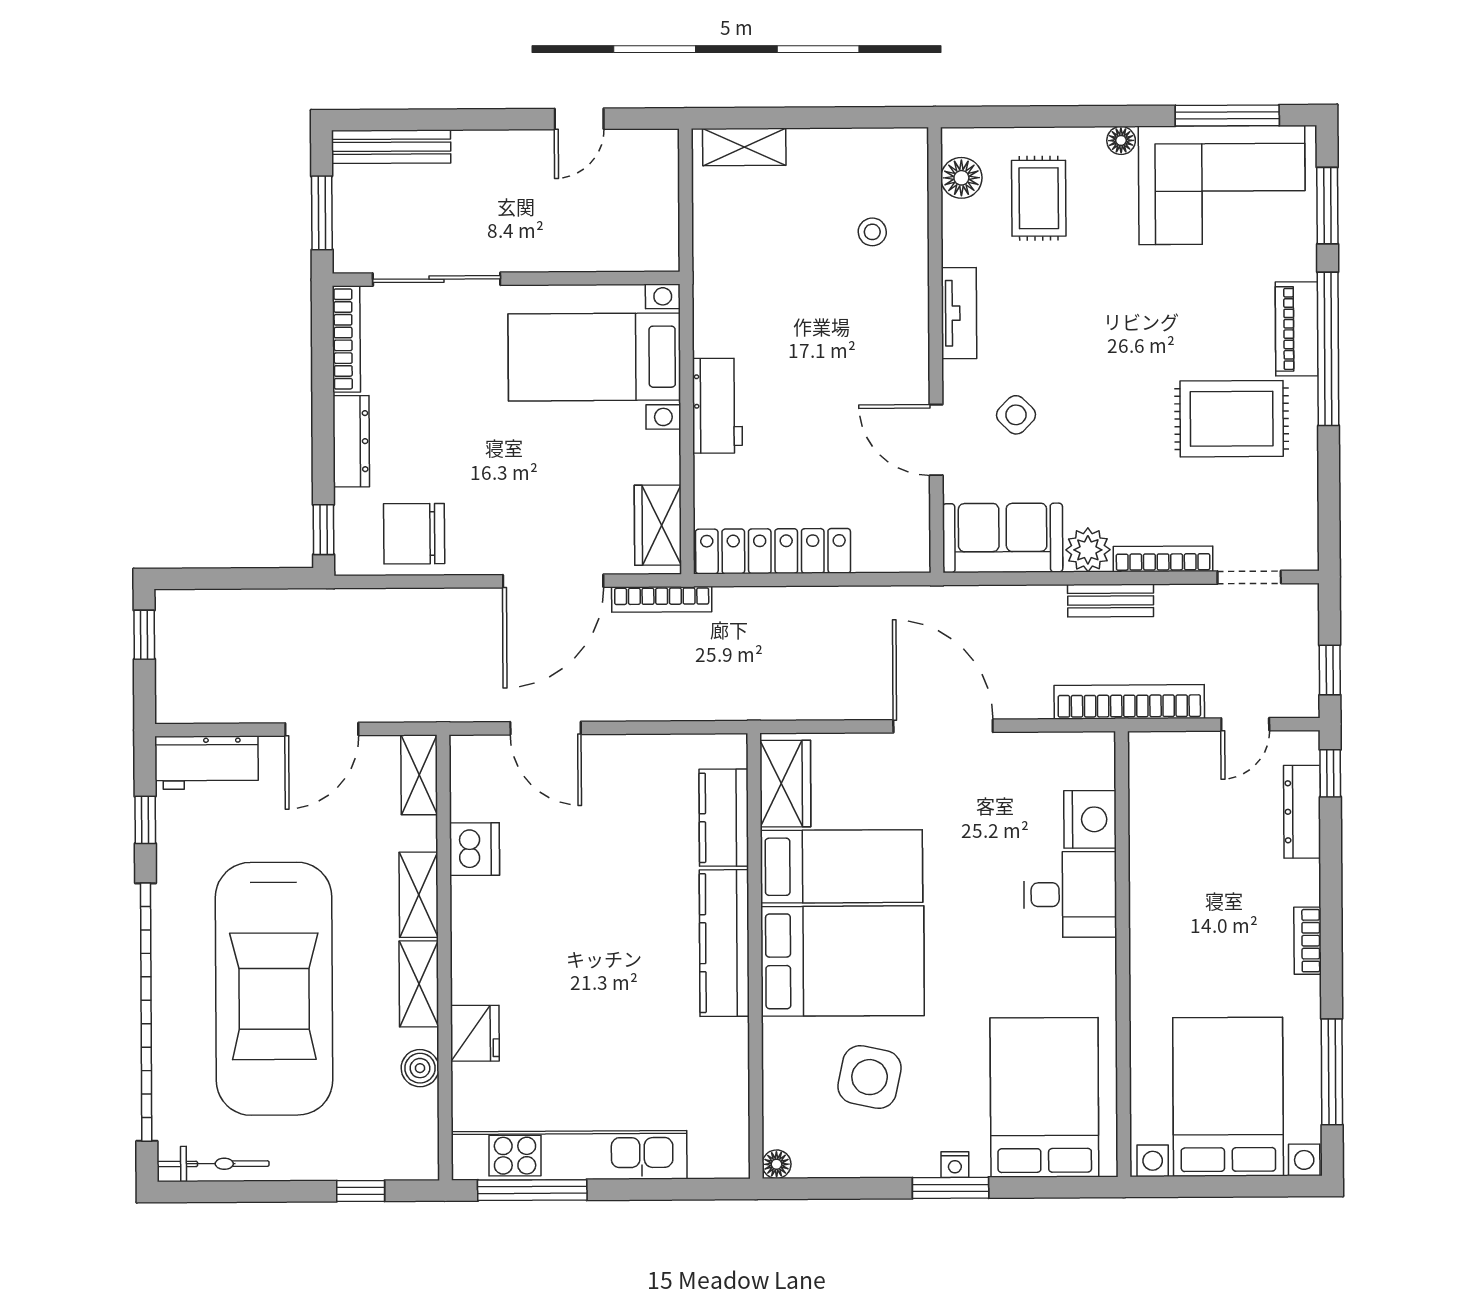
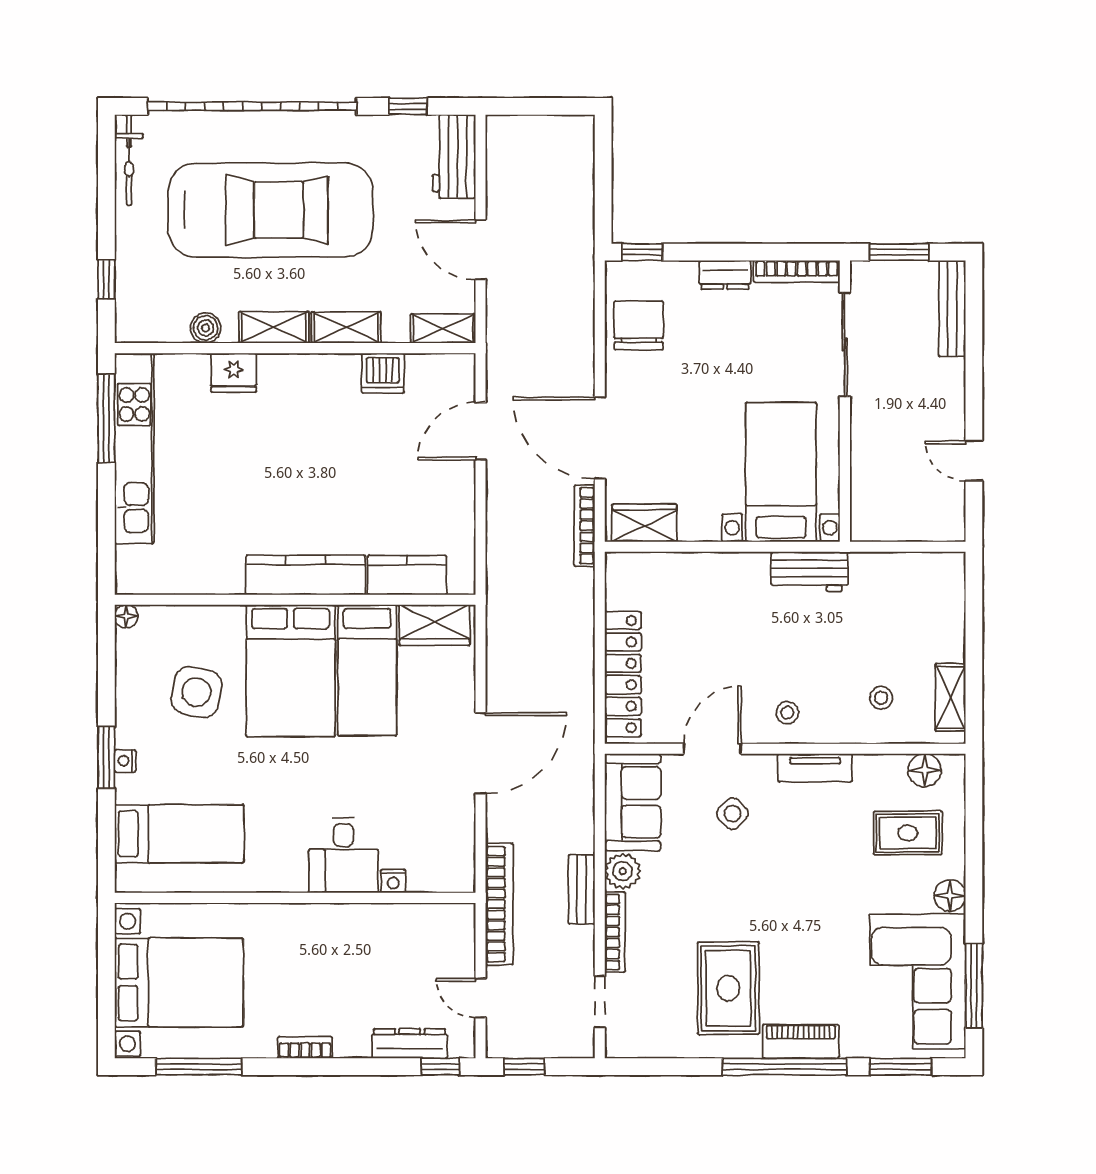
floor lamp: (1121, 140) -> (950, 896), width x1.37, depth x1.37
shelving: (744, 147) -> (951, 697), moved
stool: (891, 348) -> (787, 713), added
workbench: (717, 406) -> (809, 572), moved
dresser: (351, 441) -> (725, 275), width x0.70
locker: (773, 551) -> (623, 674), moved
window: (144, 635) -> (558, 106), removed
nightstand: (1090, 819) -> (393, 881), width x0.53, depth x0.56
car: (274, 989) -> (271, 210), turned 180
bed: (1044, 1097) -> (179, 834), width x0.67

